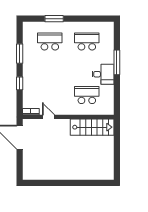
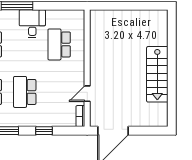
school desk: (50, 68) -> (25, 92), added
stairs: (92, 127) -> (157, 74), moved, turned 180

